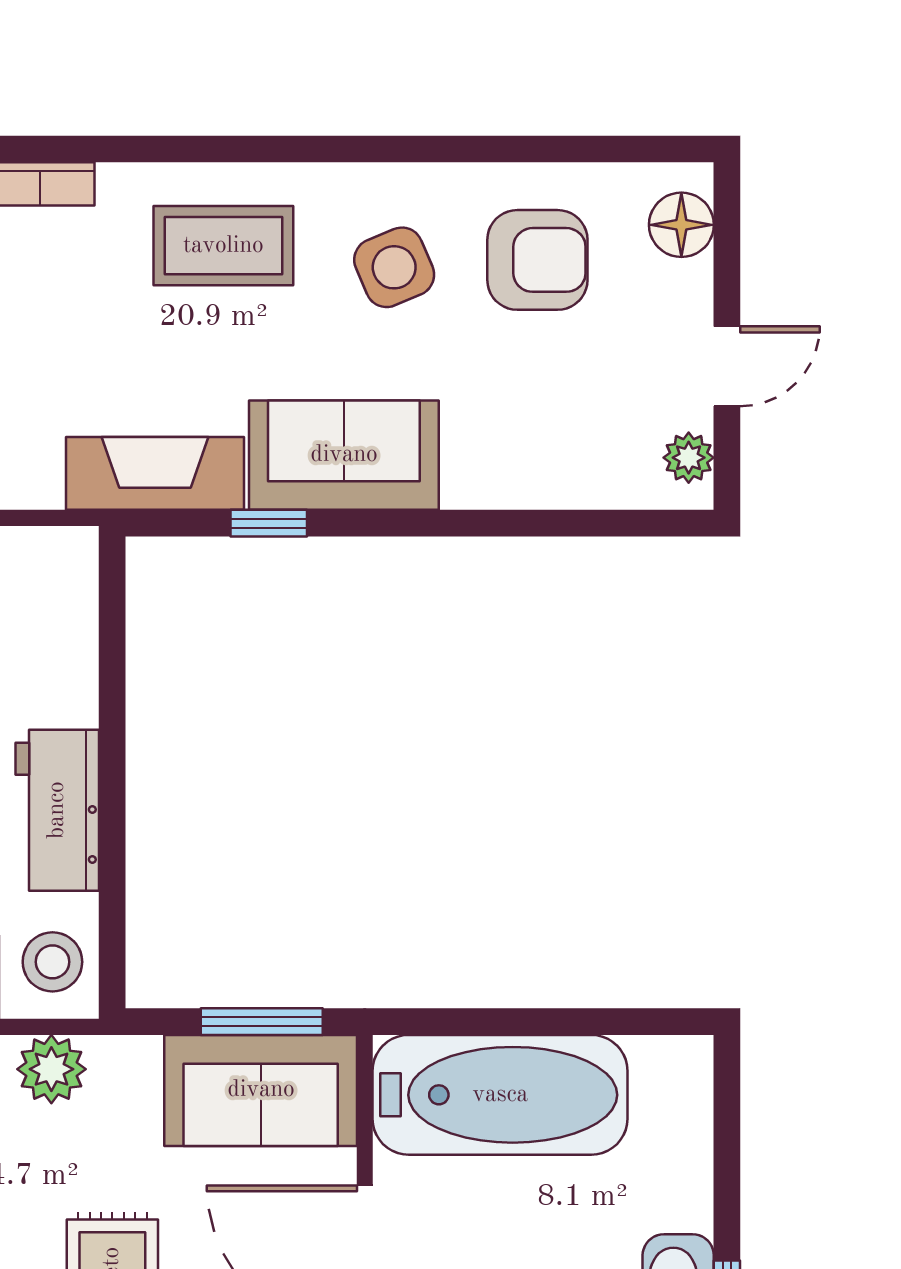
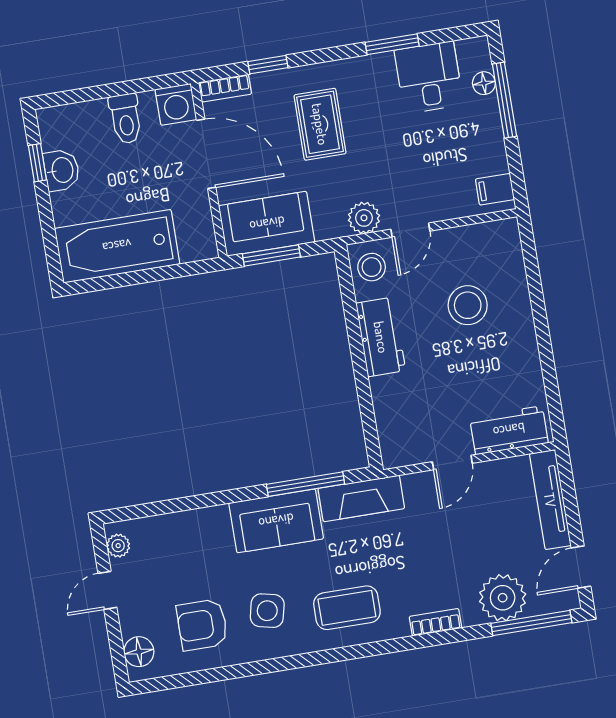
side table: (394, 267) -> (267, 611), turned 36
window: (269, 523) -> (305, 484), width x2.17
bathtub: (500, 1095) -> (117, 246), moved

